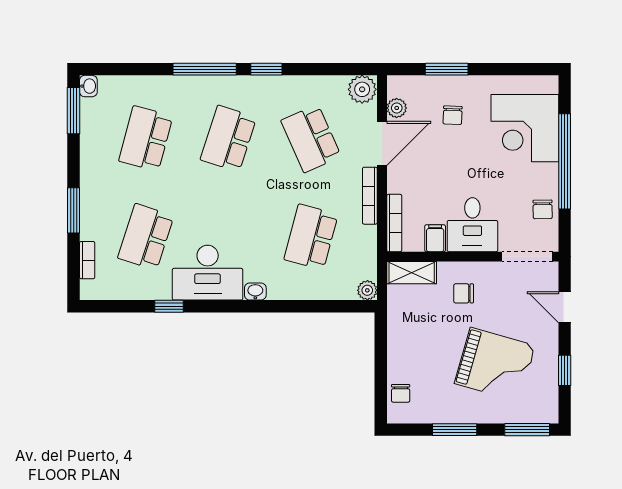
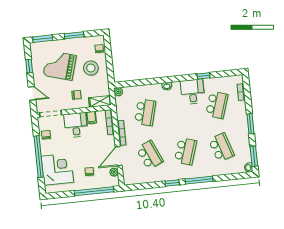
window: (447, 69) -> (94, 191), width x2.11
plant: (362, 89) -> (130, 179), removed
school desk: (146, 139) -> (221, 147), turned -33
window: (74, 210) -> (250, 124), moved
desk: (208, 273) -> (193, 92), width x0.73
stool: (424, 351) -> (91, 68), added

